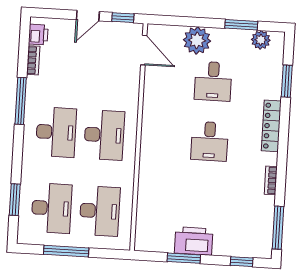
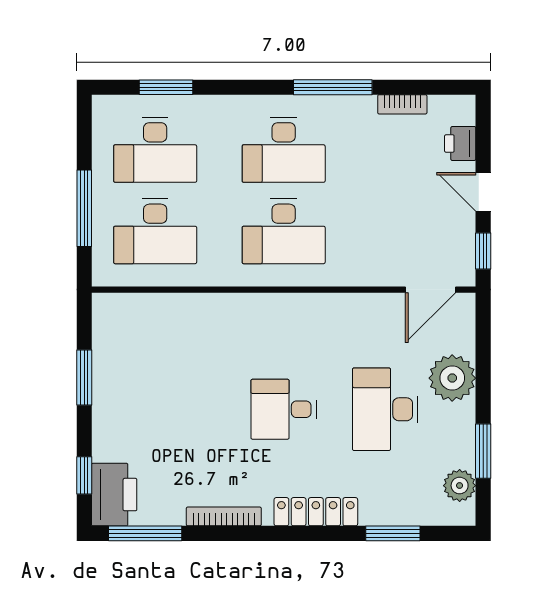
printer: (38, 35) -> (460, 143), moved, turned 90
desk: (213, 81) -> (385, 409), width x1.37
bookcase: (271, 180) -> (224, 516), width x1.56
printer: (194, 241) -> (114, 495), moved
window: (66, 251) -> (84, 208), moved

